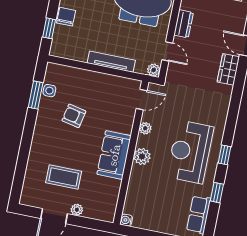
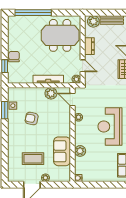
plant: (111, 84) -> (51, 93), added
door: (142, 100) -> (72, 99), swing flipped
sofa: (114, 155) -> (62, 151), moved
plant: (142, 157) -> (80, 151), moved

